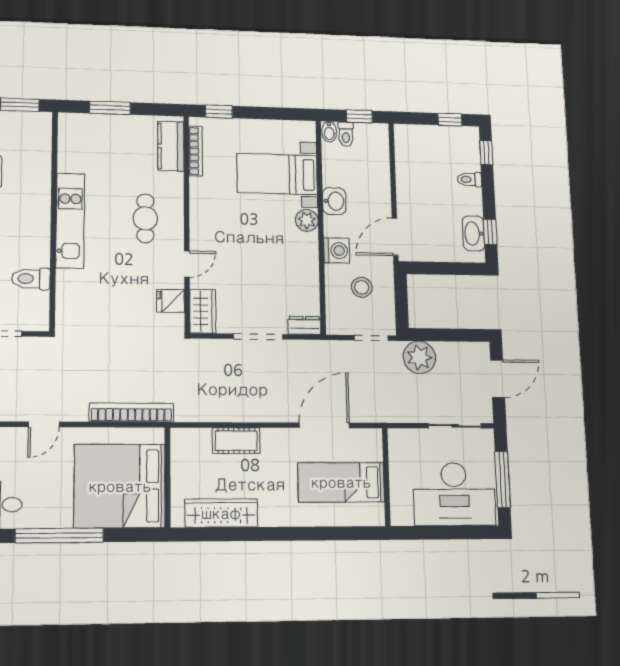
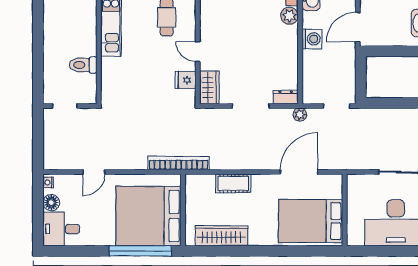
door: (187, 264) -> (198, 52), swing flipped
stool: (362, 287) -> (330, 67), removed
plant: (419, 357) -> (300, 115), moved, width x0.53, depth x0.53
bookcase: (131, 412) -> (179, 163), moved
bed: (341, 482) -> (311, 221), width x1.50
window: (59, 536) -> (140, 251), moved

